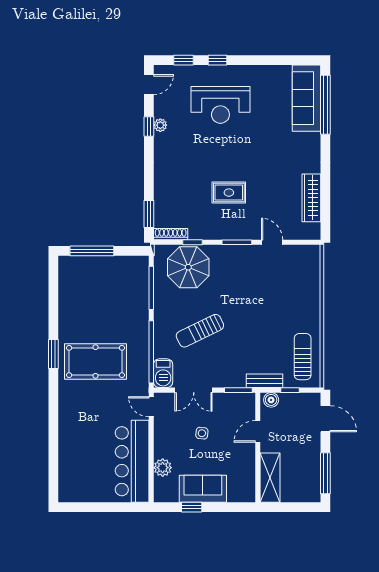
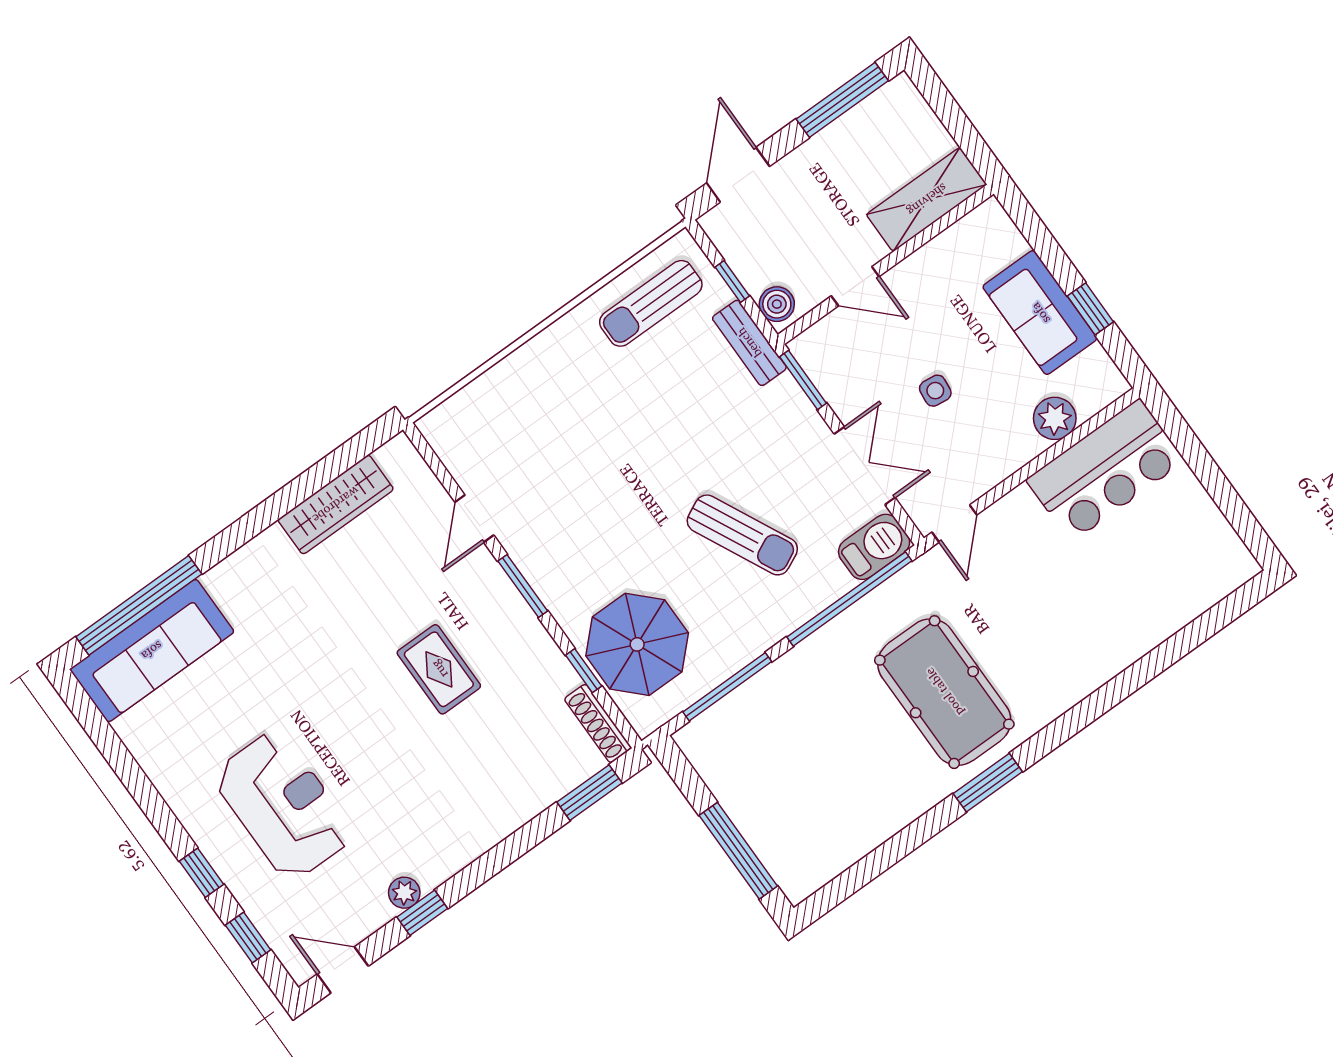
bar counter: (132, 461) -> (1105, 470), width x0.73

